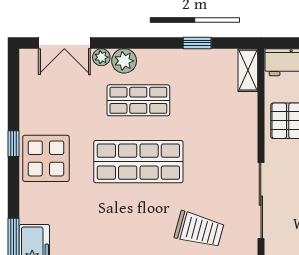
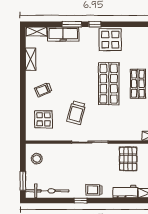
window: (14, 144) -> (95, 24), moved

